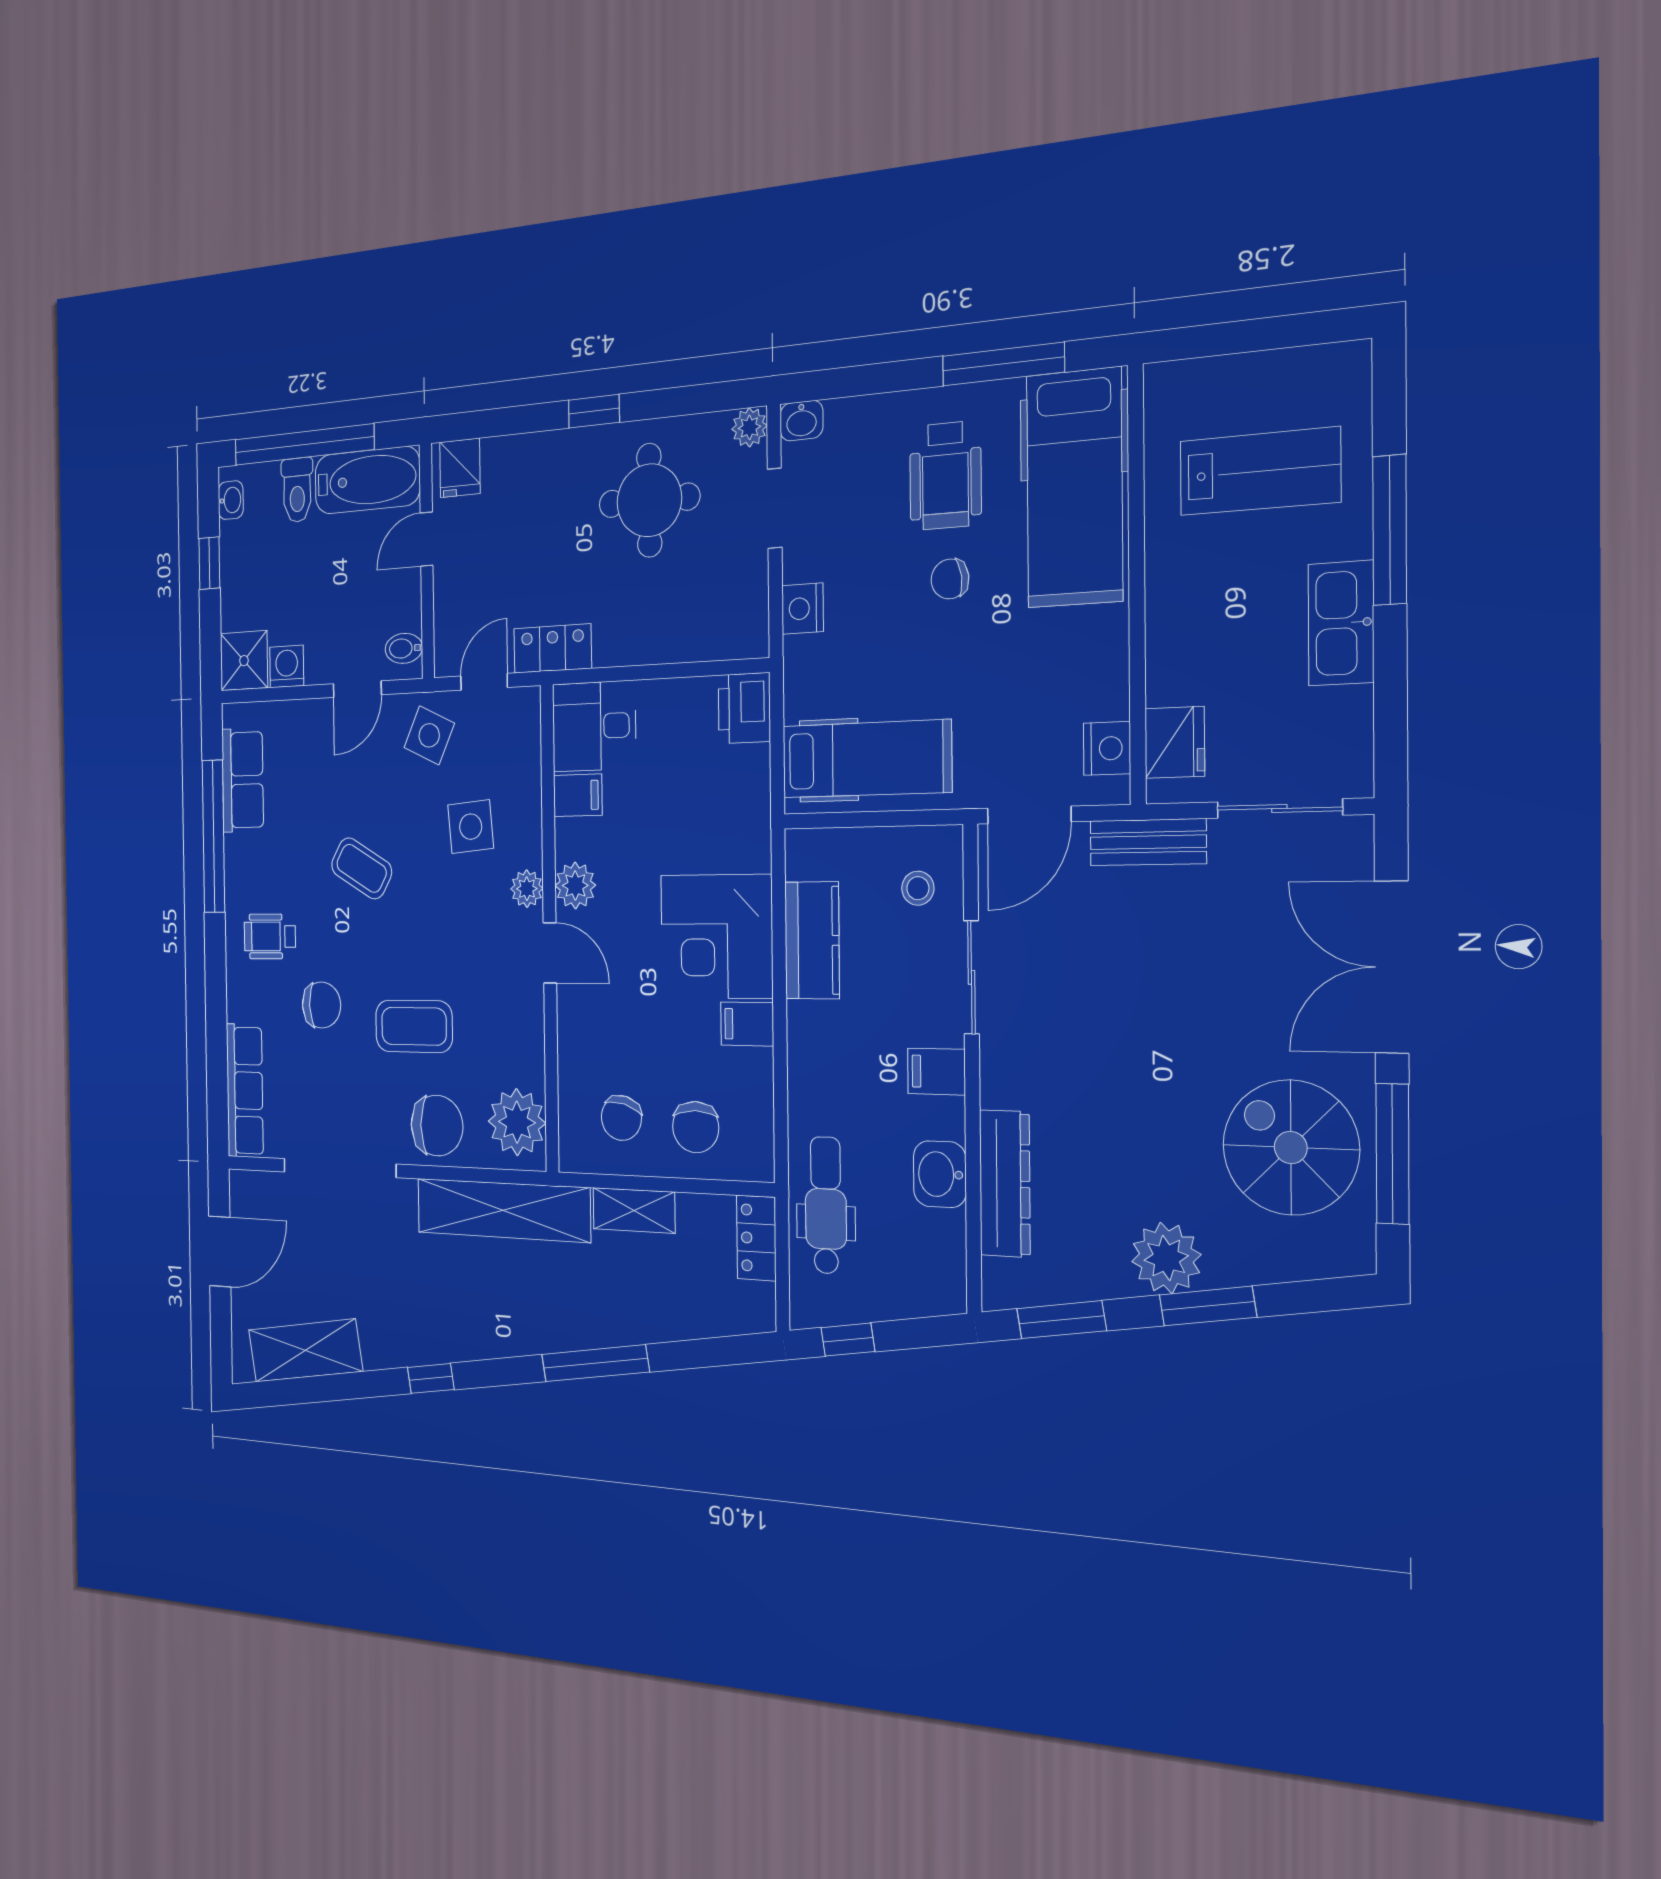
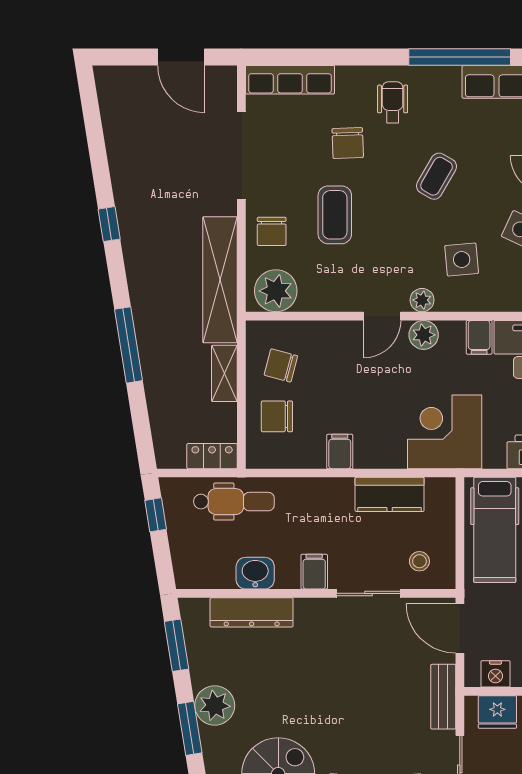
corner desk: (717, 936) -> (445, 432), moved
chair: (437, 1126) -> (272, 231), width x0.73, depth x0.73
shelving: (305, 1351) -> (120, 126), removed

